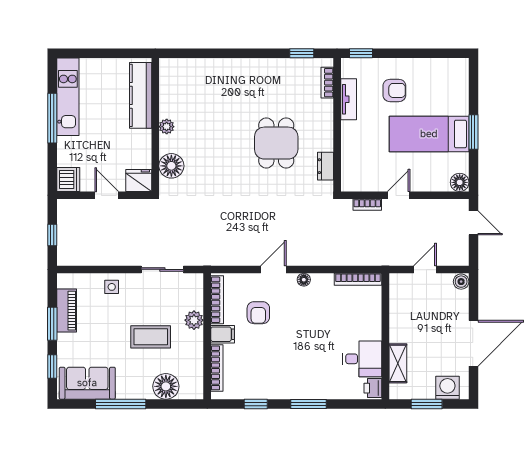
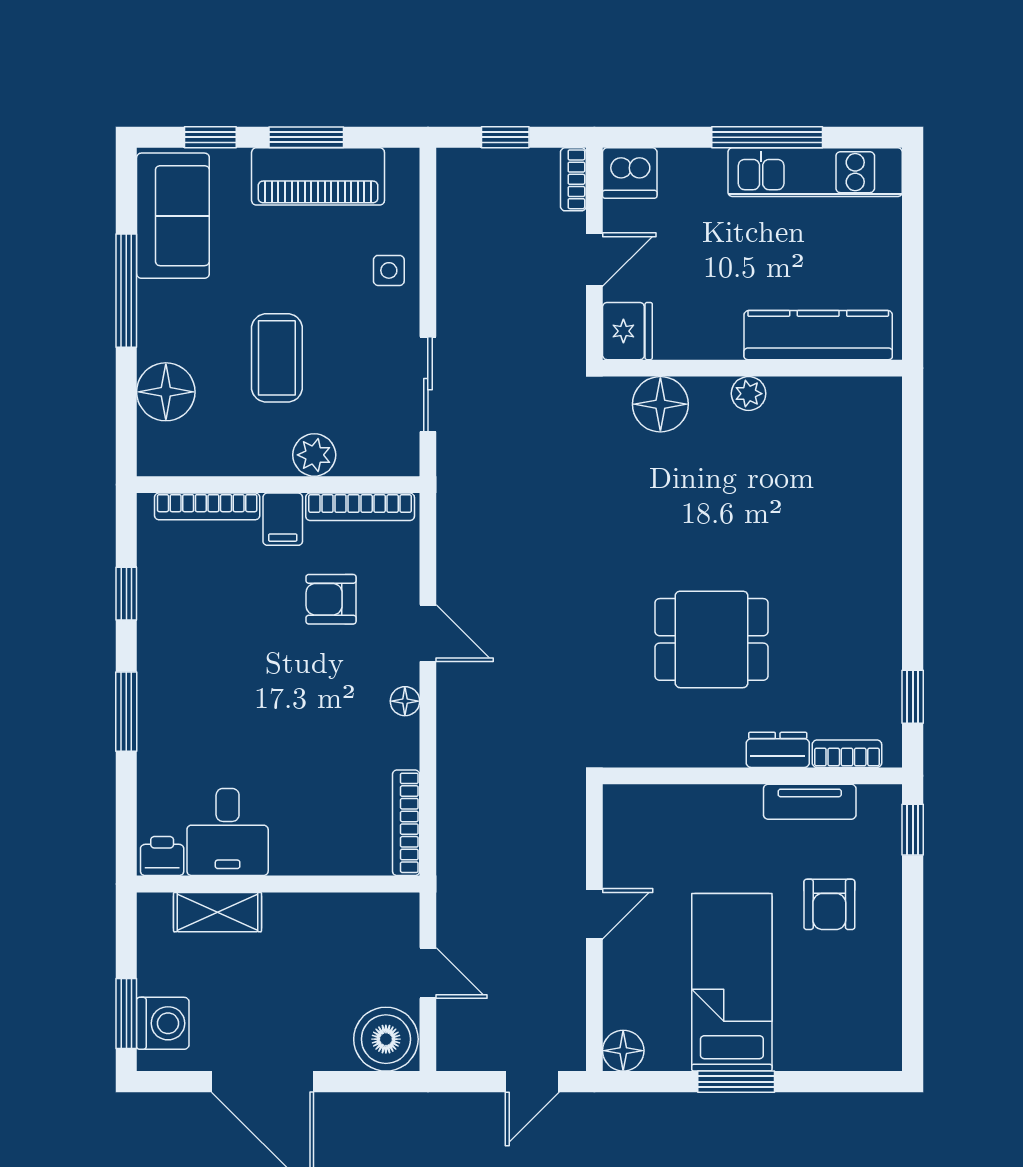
dresser: (325, 166) -> (778, 750), moved
door: (399, 195) -> (594, 914), hinge flipped
bookcase: (367, 205) -> (573, 179), moved
boiler: (461, 282) -> (386, 1039), width x1.86, depth x1.86
piano: (67, 311) -> (318, 176), width x1.37, depth x1.33
window: (427, 404) -> (126, 1014), moved

